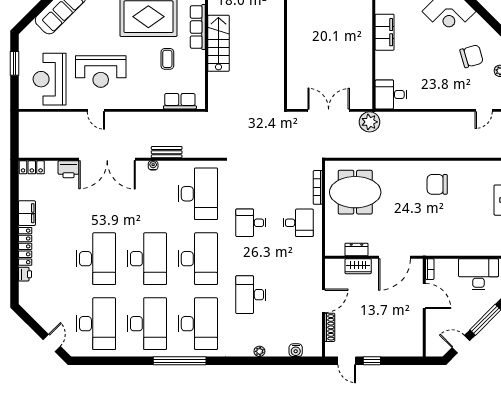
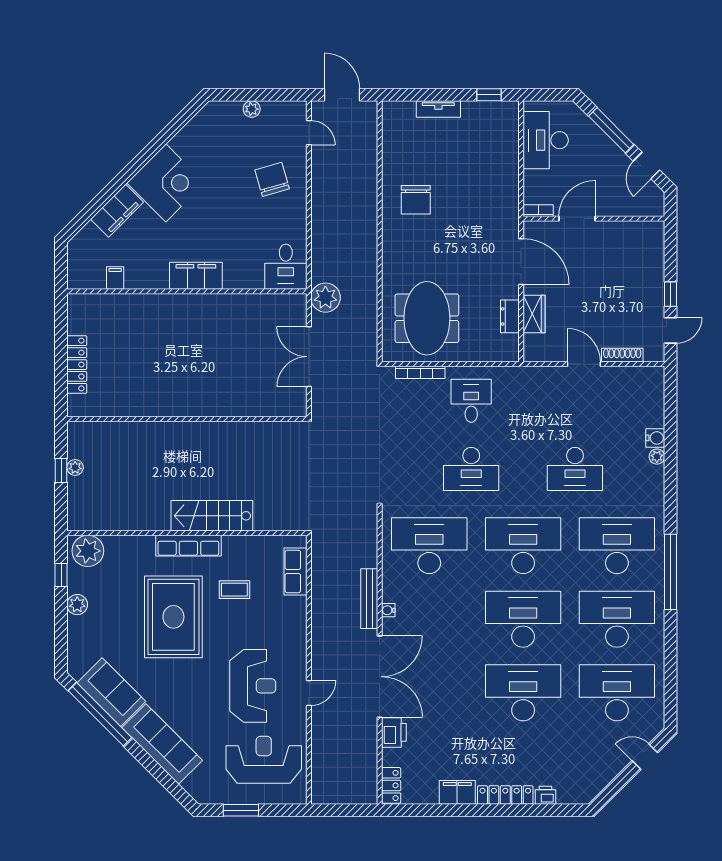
chair: (472, 56) -> (272, 179), moved
reception desk: (50, 79) -> (264, 760), turned 180
bench: (167, 152) -> (369, 599), width x1.36
desk: (251, 223) -> (471, 469), width x1.37
water cooler: (296, 350) -> (655, 438), moved

